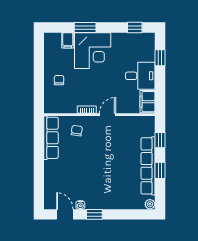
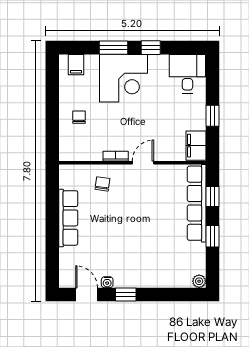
window: (135, 28) -> (151, 48), moved
filing cabinet: (68, 40) -> (76, 65), moved
window: (160, 58) -> (212, 116), moved
desk: (140, 76) -> (187, 74), moved, turned -90
row of seats: (51, 138) -> (68, 218), moved
row of seats: (148, 166) -> (197, 203), moved

